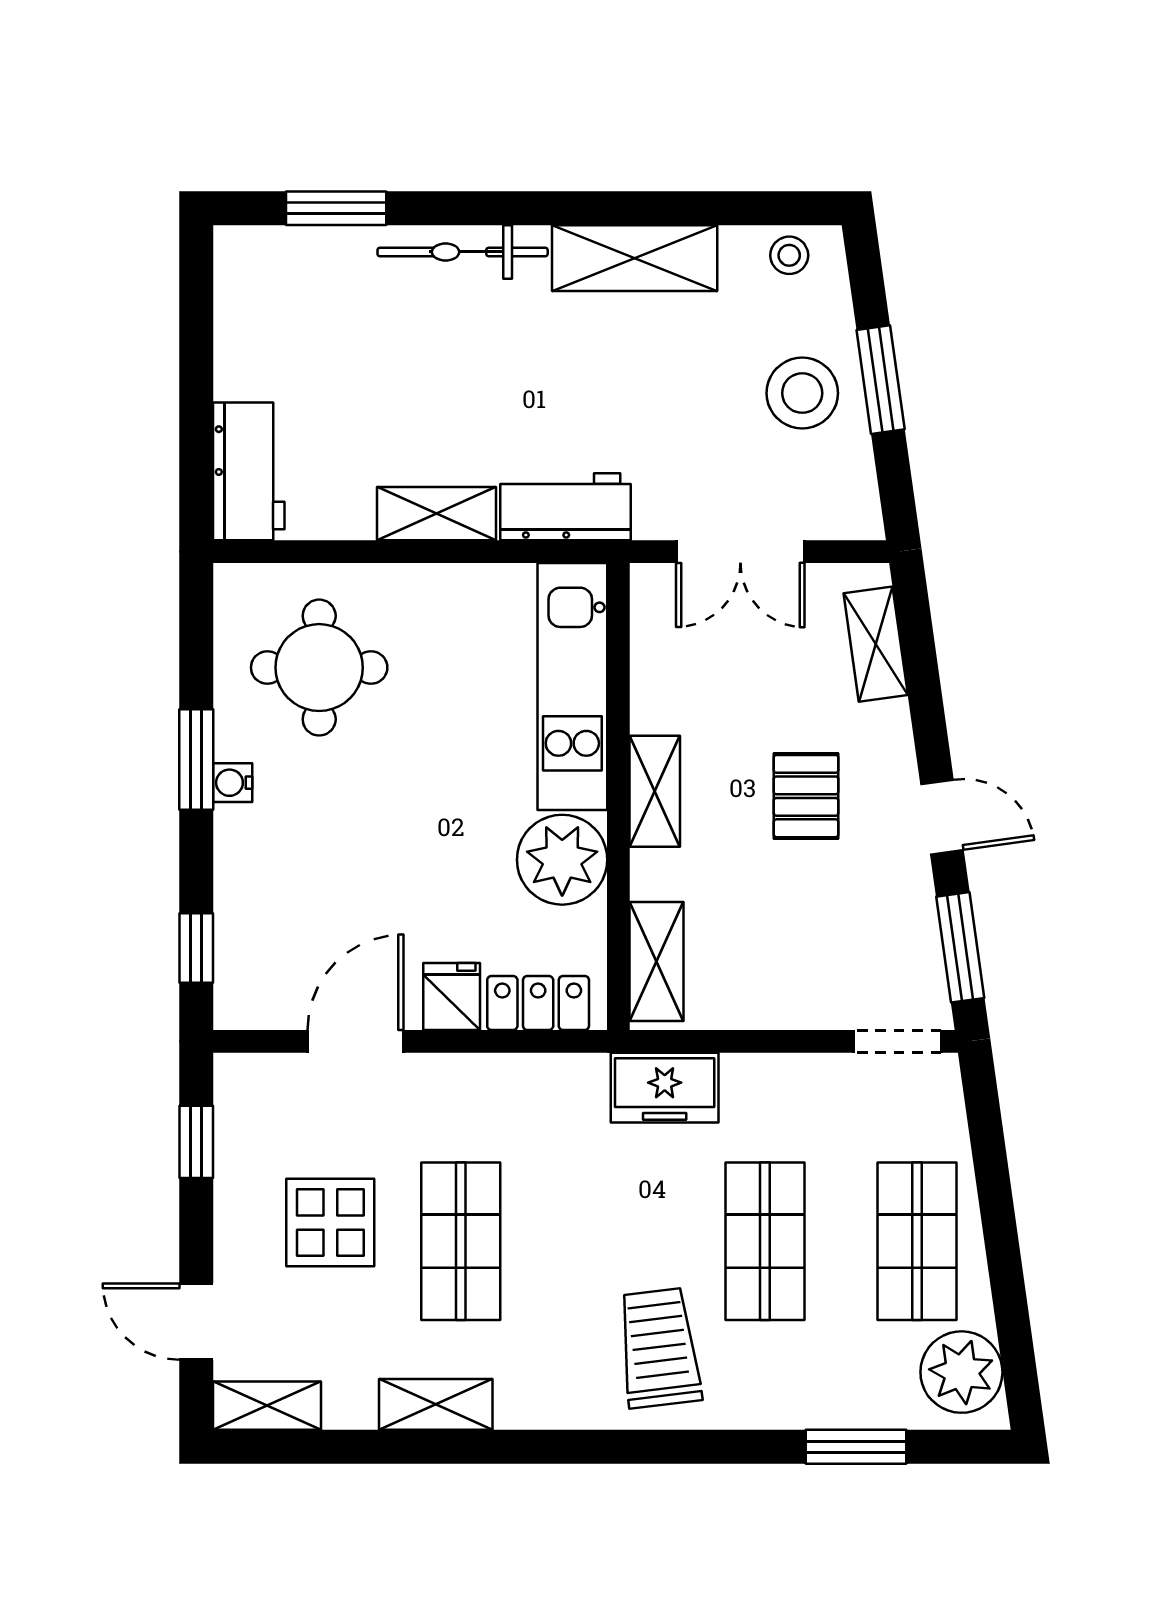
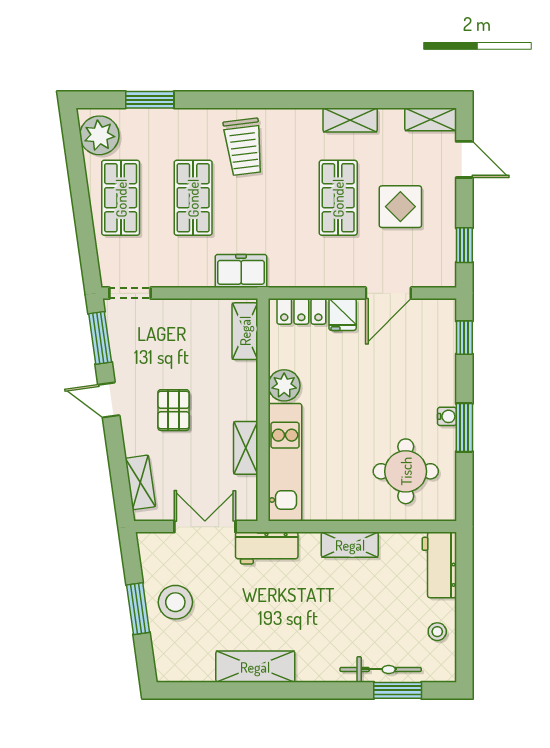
bicycle: (463, 252) -> (381, 669), moved
stool: (789, 255) -> (437, 632), moved
workbench: (566, 507) -> (267, 548), moved
shelving: (655, 791) -> (246, 448), moved
plant: (562, 860) -> (284, 385), width x0.73, depth x0.73

